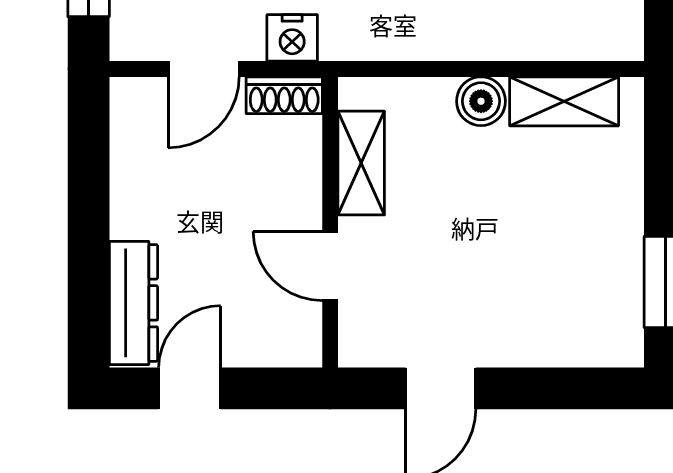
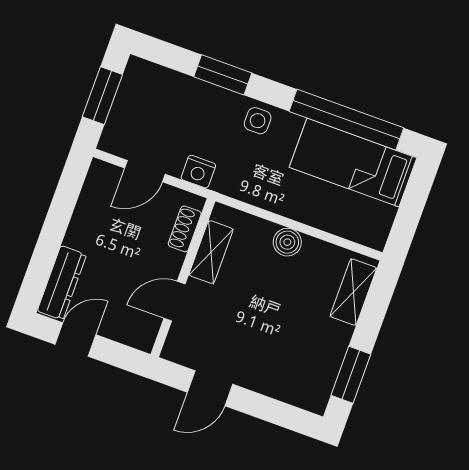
shoe rack: (284, 95) -> (185, 229), moved, turned 90
shelving: (564, 101) -> (353, 292), moved, turned 90
door: (330, 266) -> (174, 301), hinge flipped

